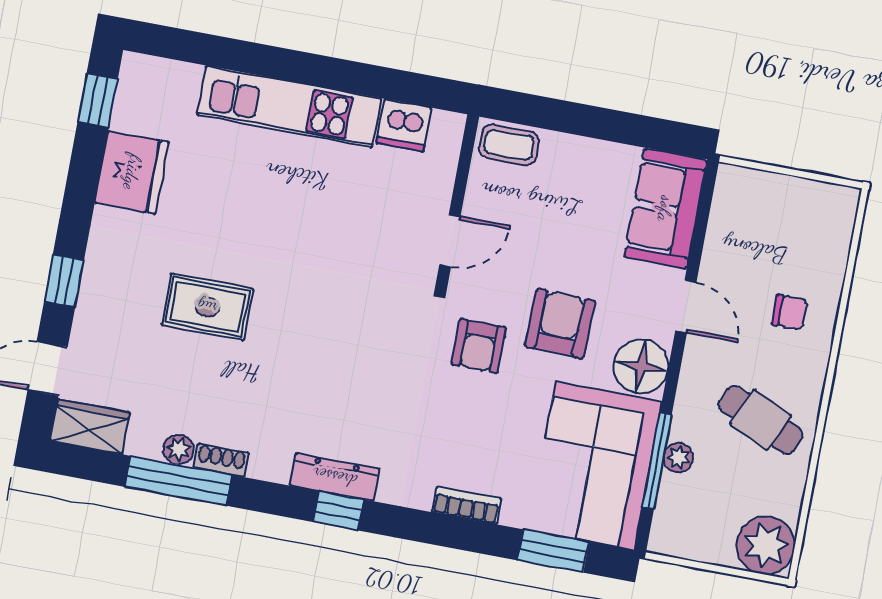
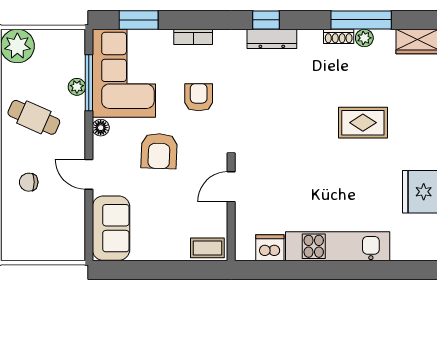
armchair: (479, 346) -> (199, 97), moved
floor lamp: (641, 366) -> (101, 128), width x0.53, depth x0.53

